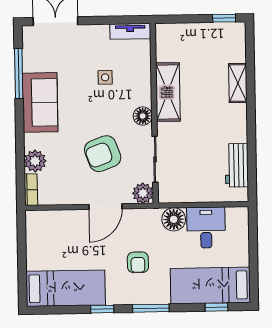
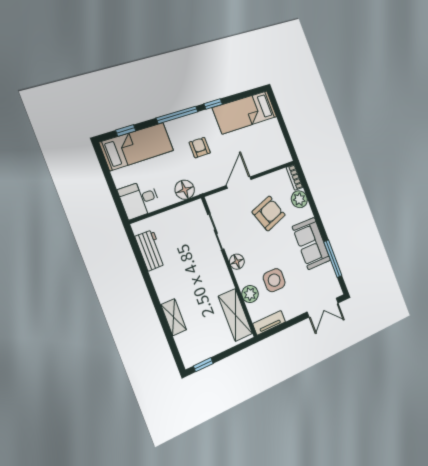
side table: (105, 77) -> (274, 280), width x1.87, depth x1.87
shelving: (168, 92) -> (235, 315), moved
armchair: (103, 154) -> (269, 213), moved
plant: (143, 193) -> (250, 294), moved
desk: (206, 228) -> (139, 199), moved, turned 90
window: (151, 308) -> (177, 115), width x1.44

